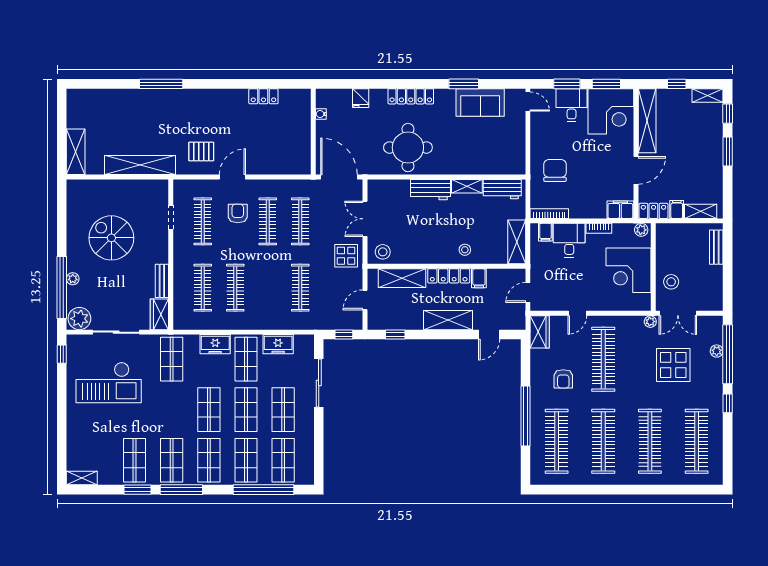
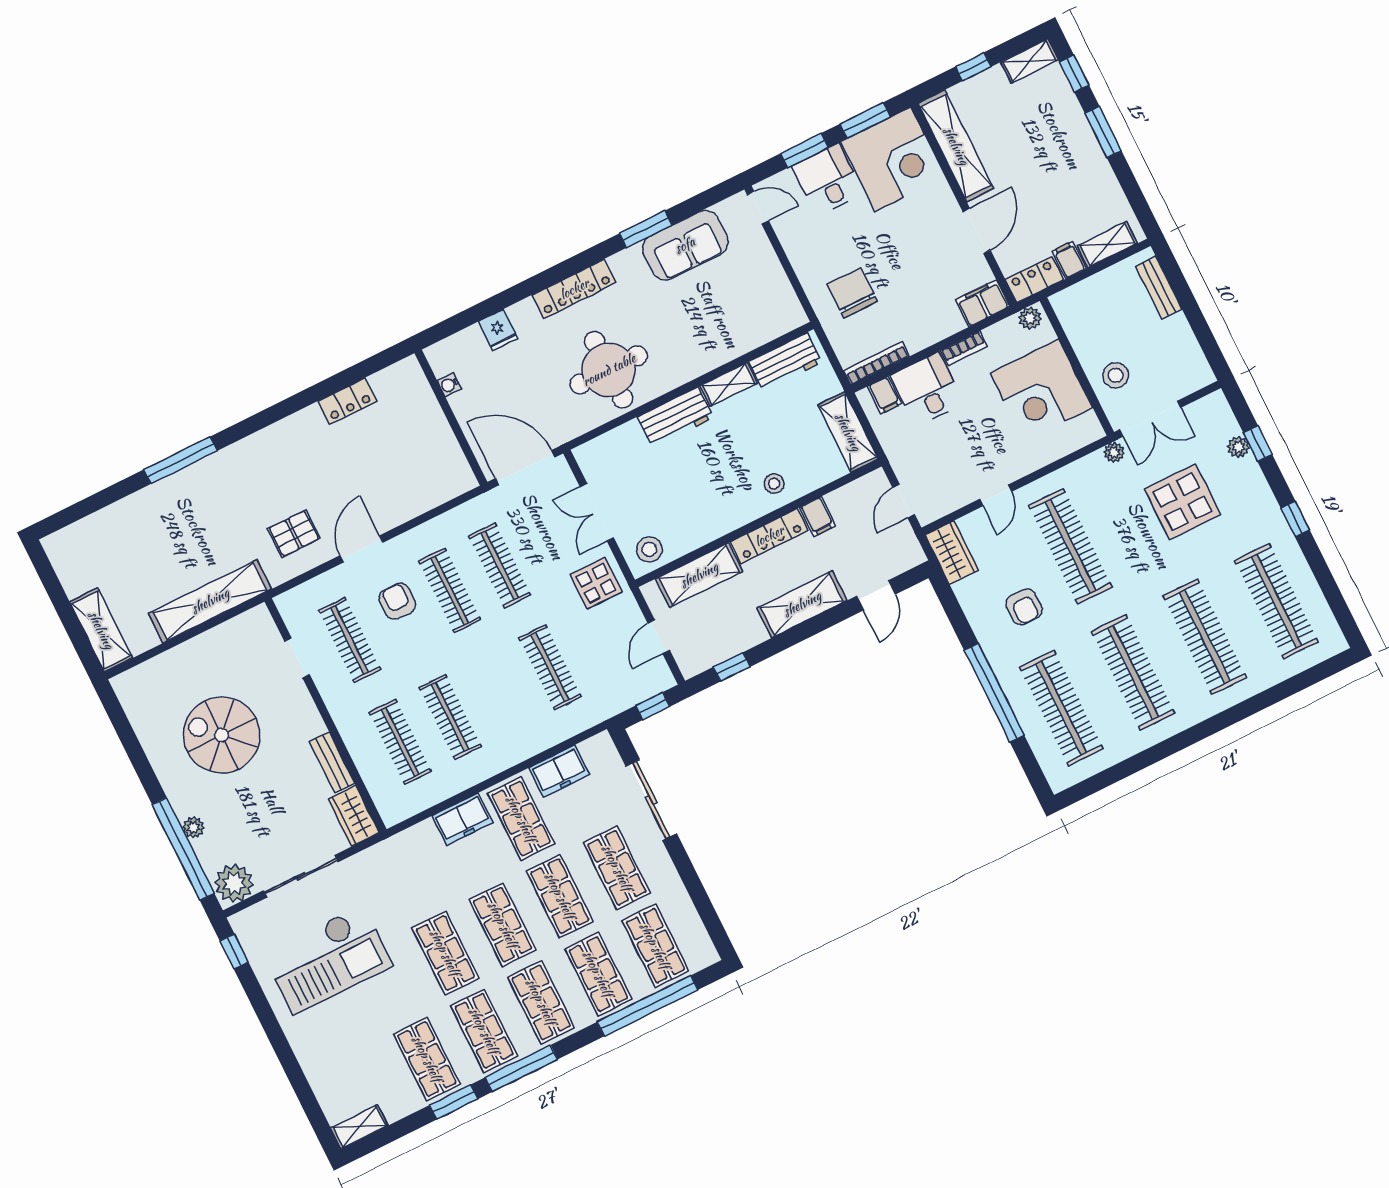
window: (728, 354) -> (1258, 444), width x0.32
shop shelf: (172, 359) -> (445, 953), moved

